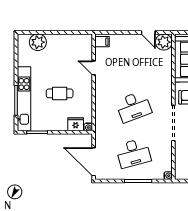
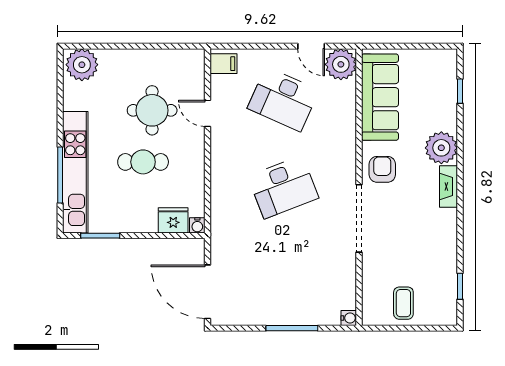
plant: (38, 42) -> (82, 65), moved
round table: (64, 66) -> (152, 110), added
desk: (133, 153) -> (283, 99), moved, turned 39

